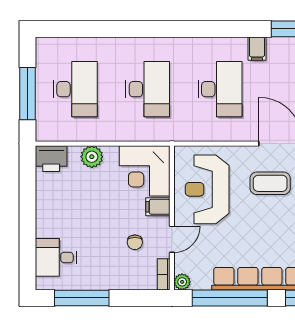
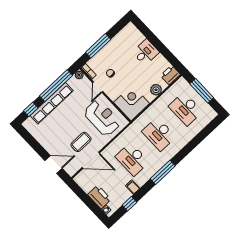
window: (194, 29) -> (163, 172), added
filing cabinet: (158, 207) -> (114, 94), removed
desk: (56, 257) -> (146, 52), moved
window: (82, 298) -> (98, 46), moved

